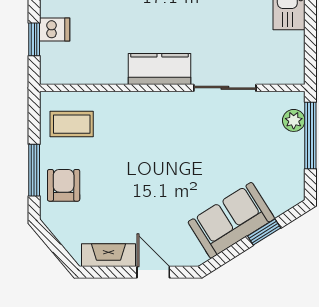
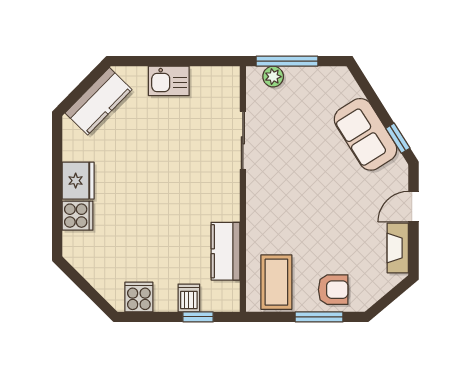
kitchen counter: (159, 69) -> (225, 251), moved
coffee table: (72, 124) -> (276, 282), width x1.36, depth x1.30
armchair: (64, 185) -> (333, 290), turned 180
window: (264, 232) -> (398, 138), moved

